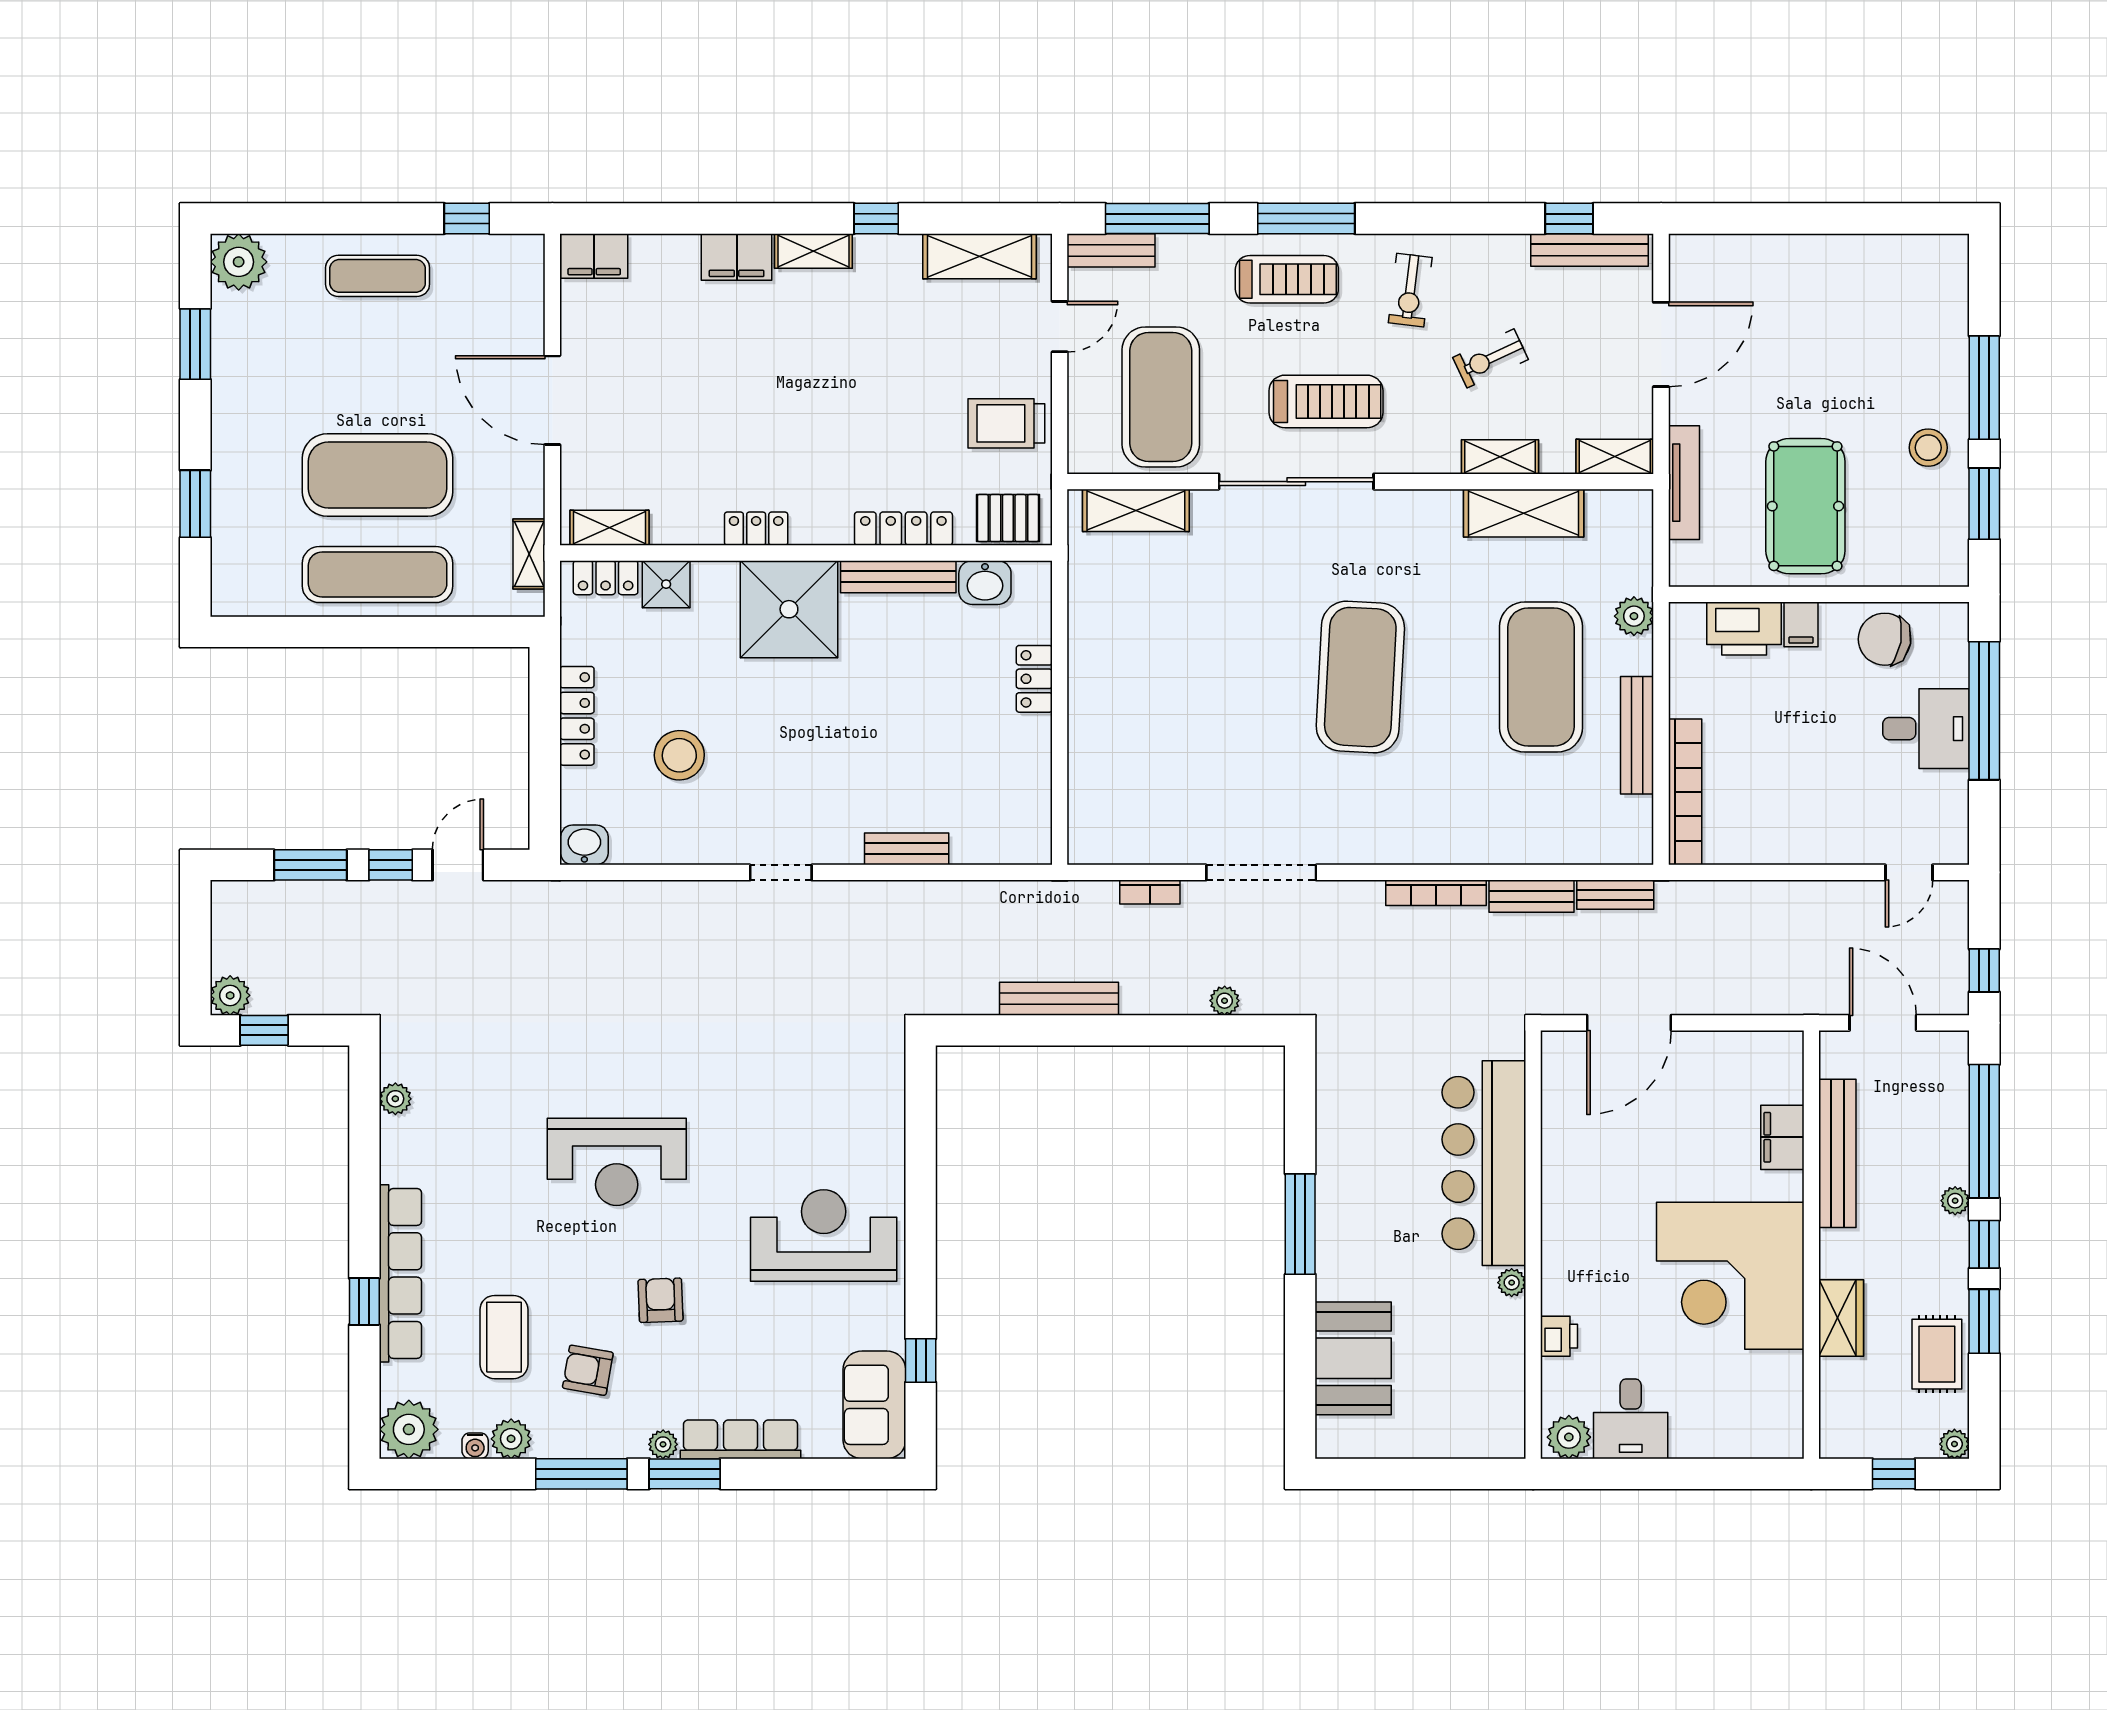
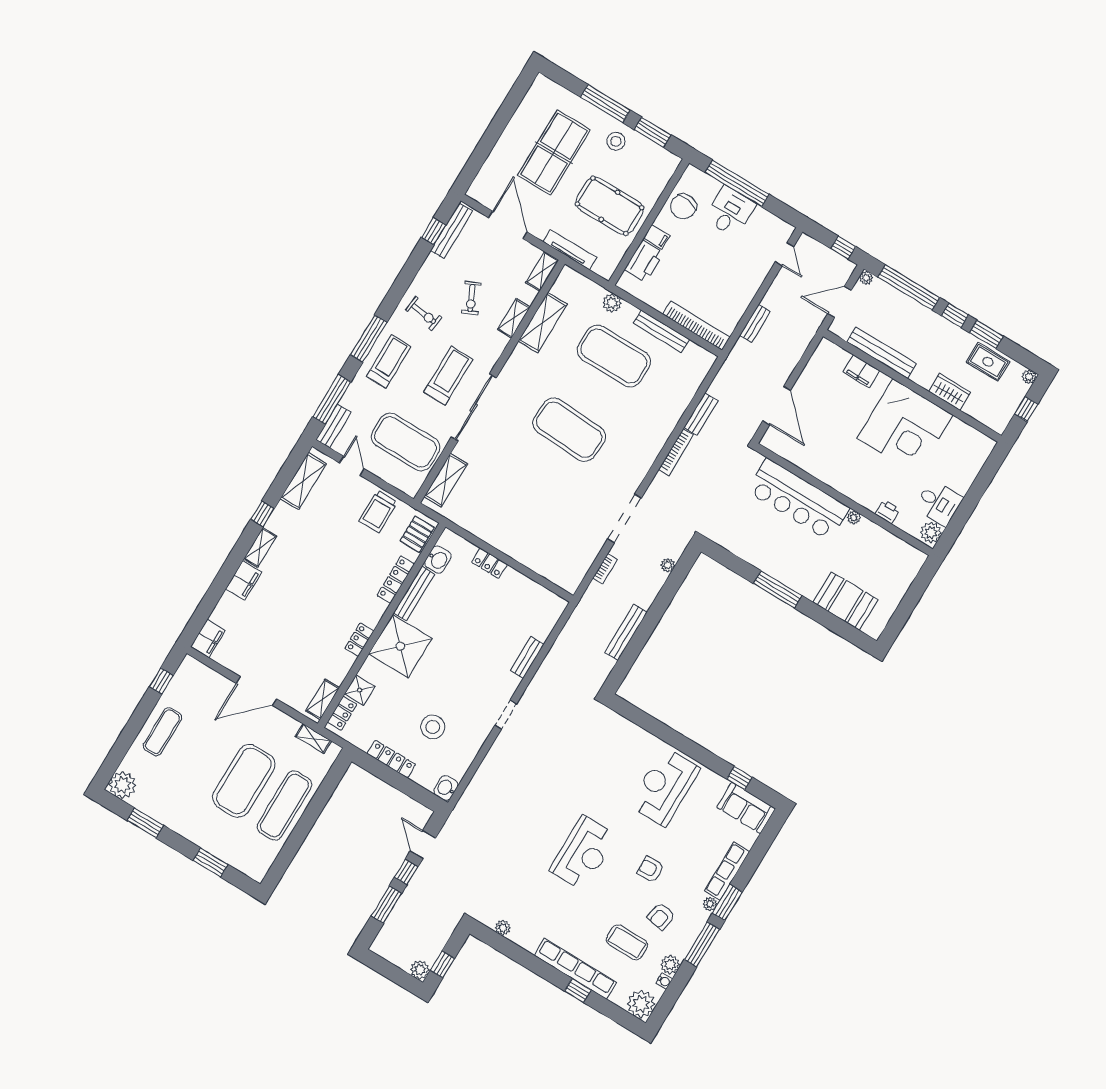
table tennis table: (1841, 349) -> (554, 153), added
bench: (1615, 895) -> (755, 323), moved
plant: (1955, 1201) -> (866, 278), moved

